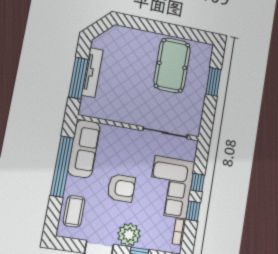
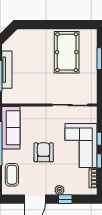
armchair: (121, 188) -> (44, 152), turned -90
plant: (129, 235) -> (59, 190), width x0.53, depth x0.53

